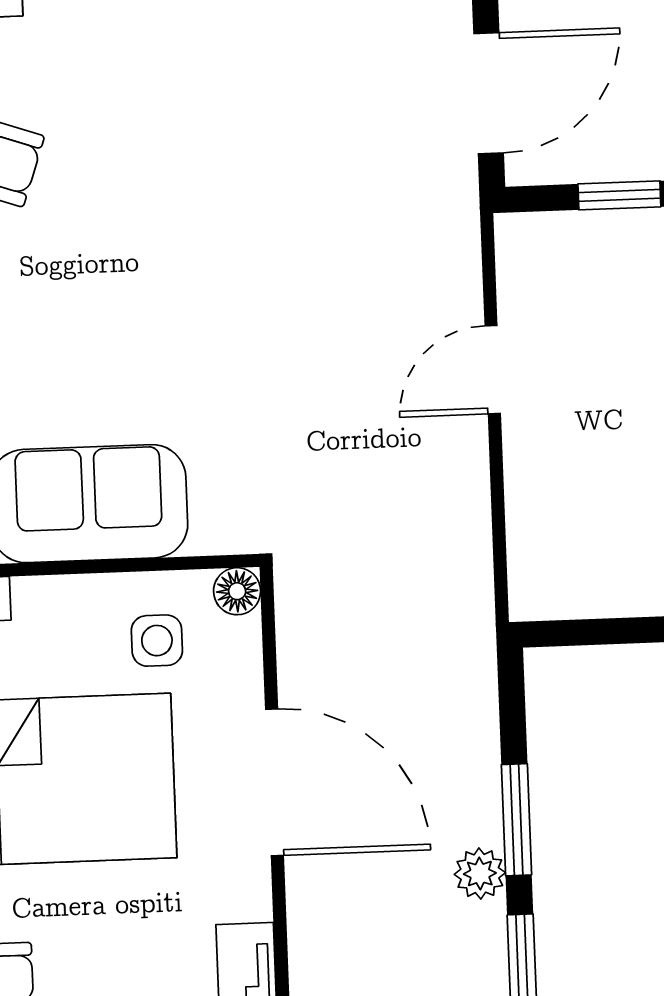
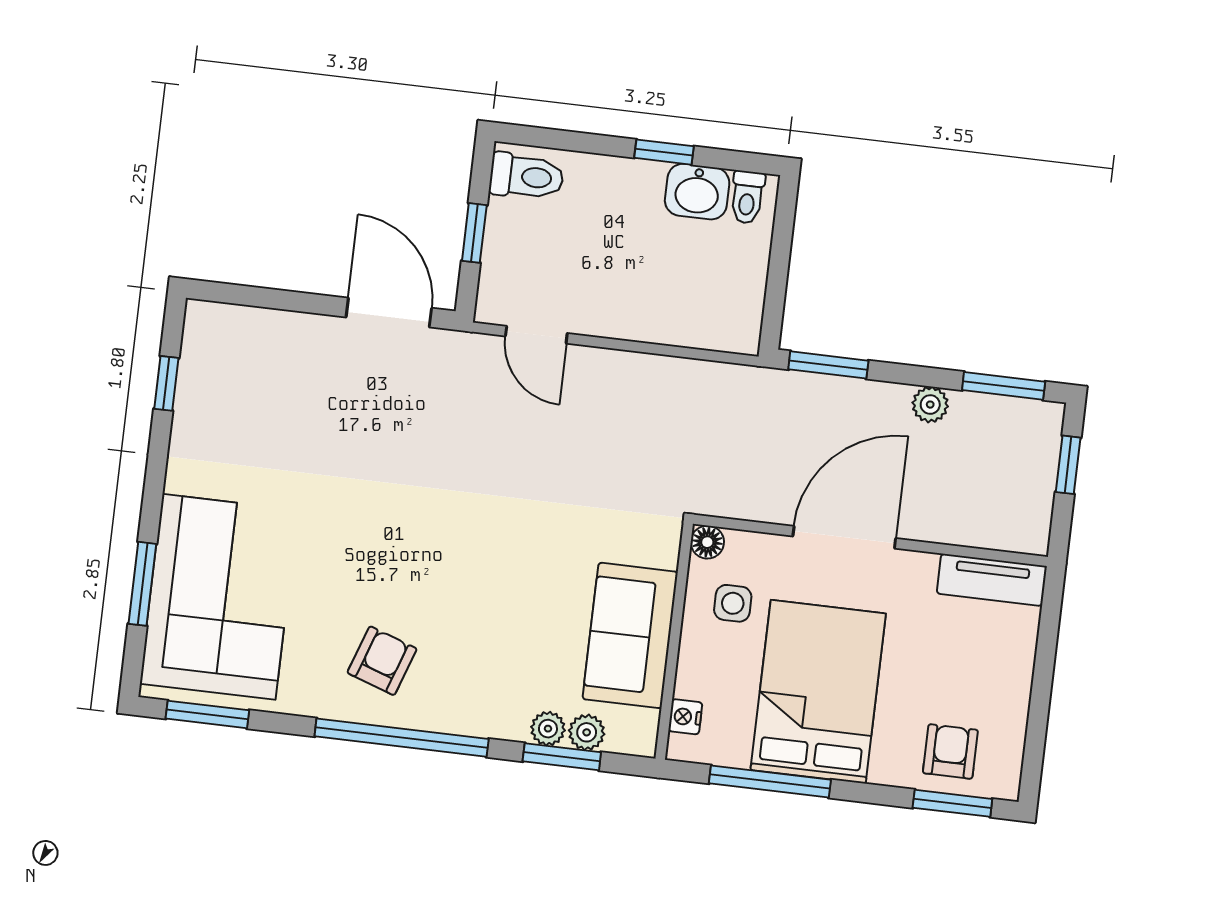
door: (493, 370) -> (536, 335), moved
window: (516, 820) -> (828, 365), moved

